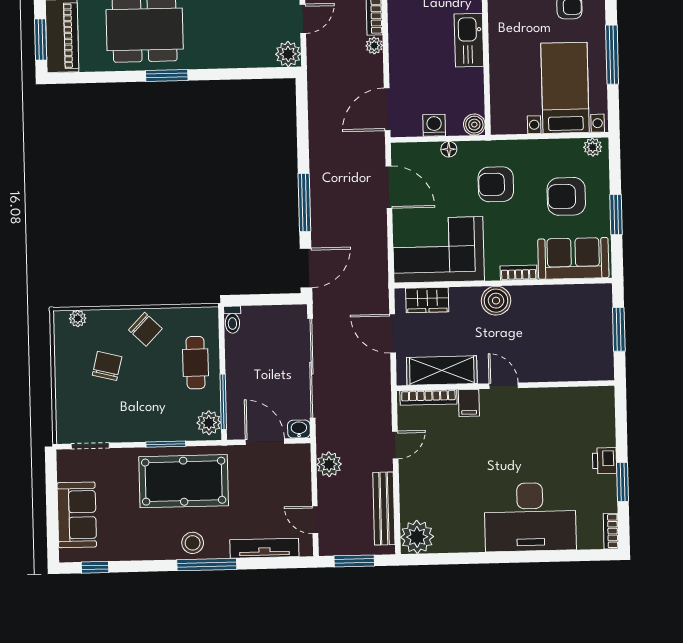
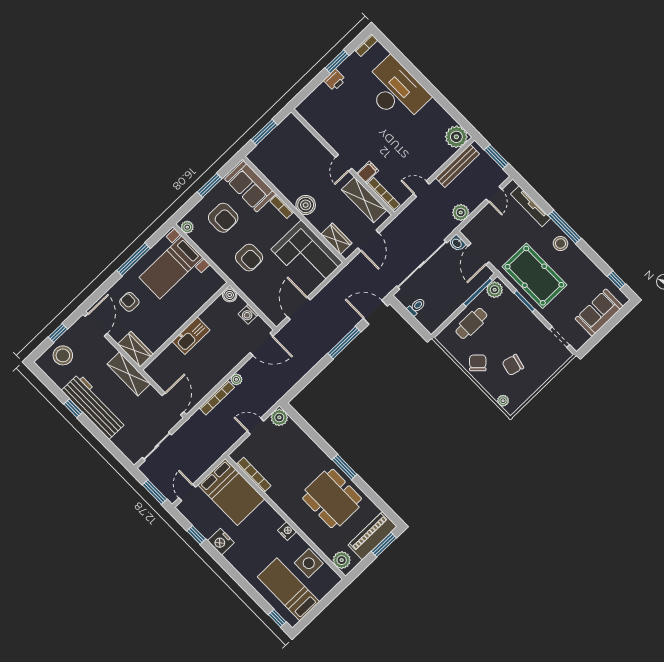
floor lamp: (449, 149) -> (253, 296), removed
toilet: (232, 320) -> (416, 307), moved

